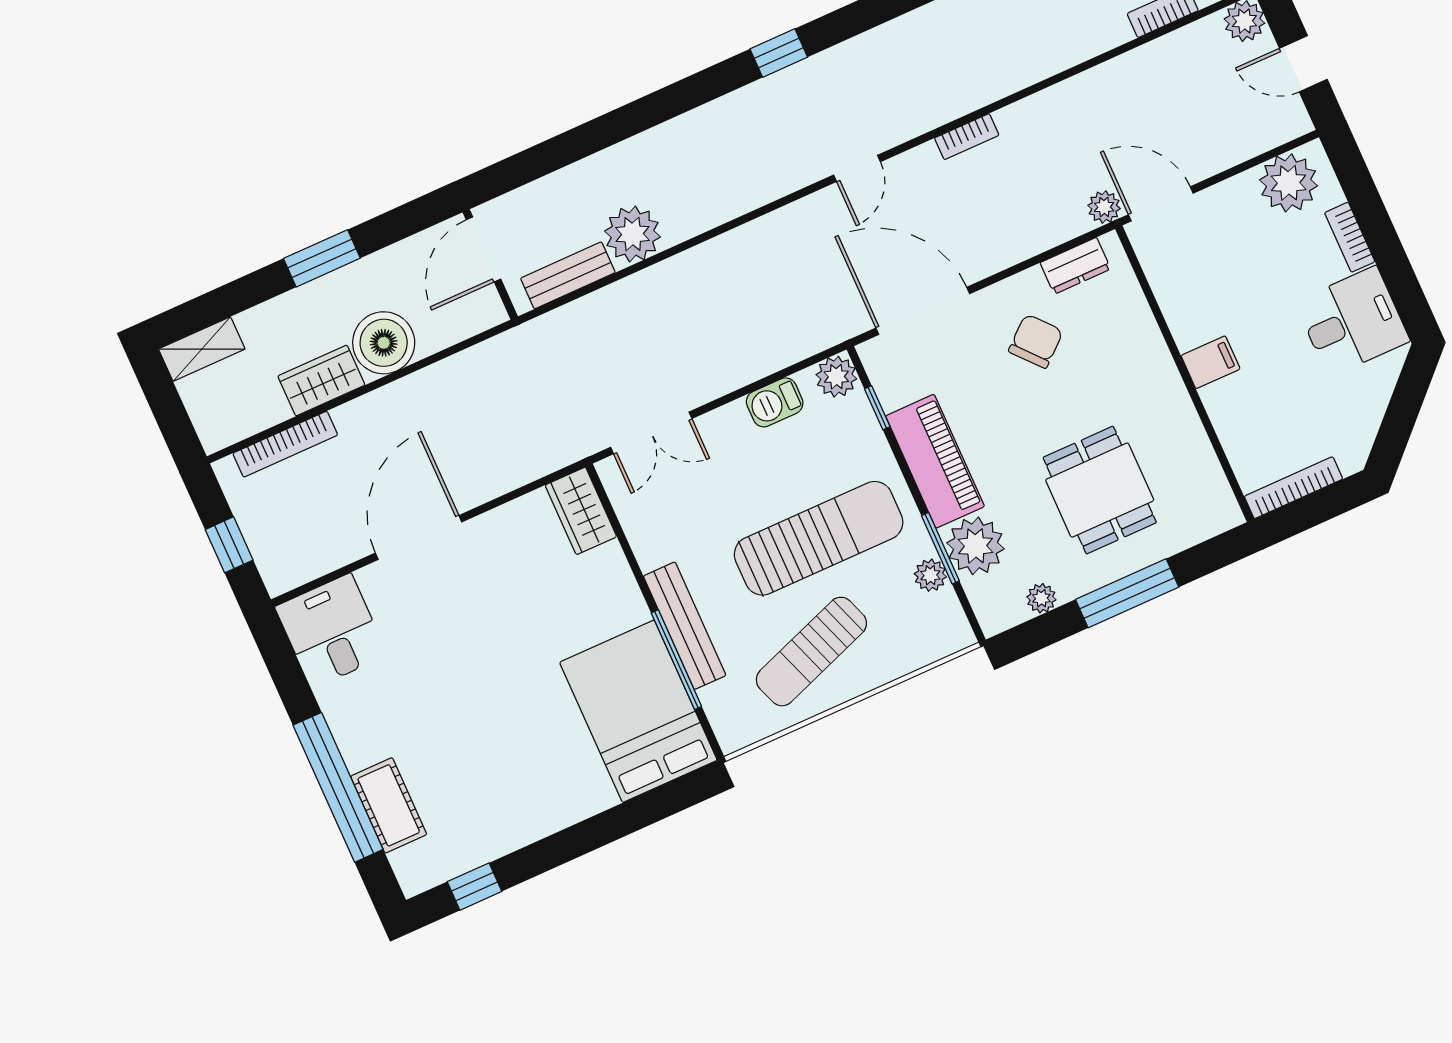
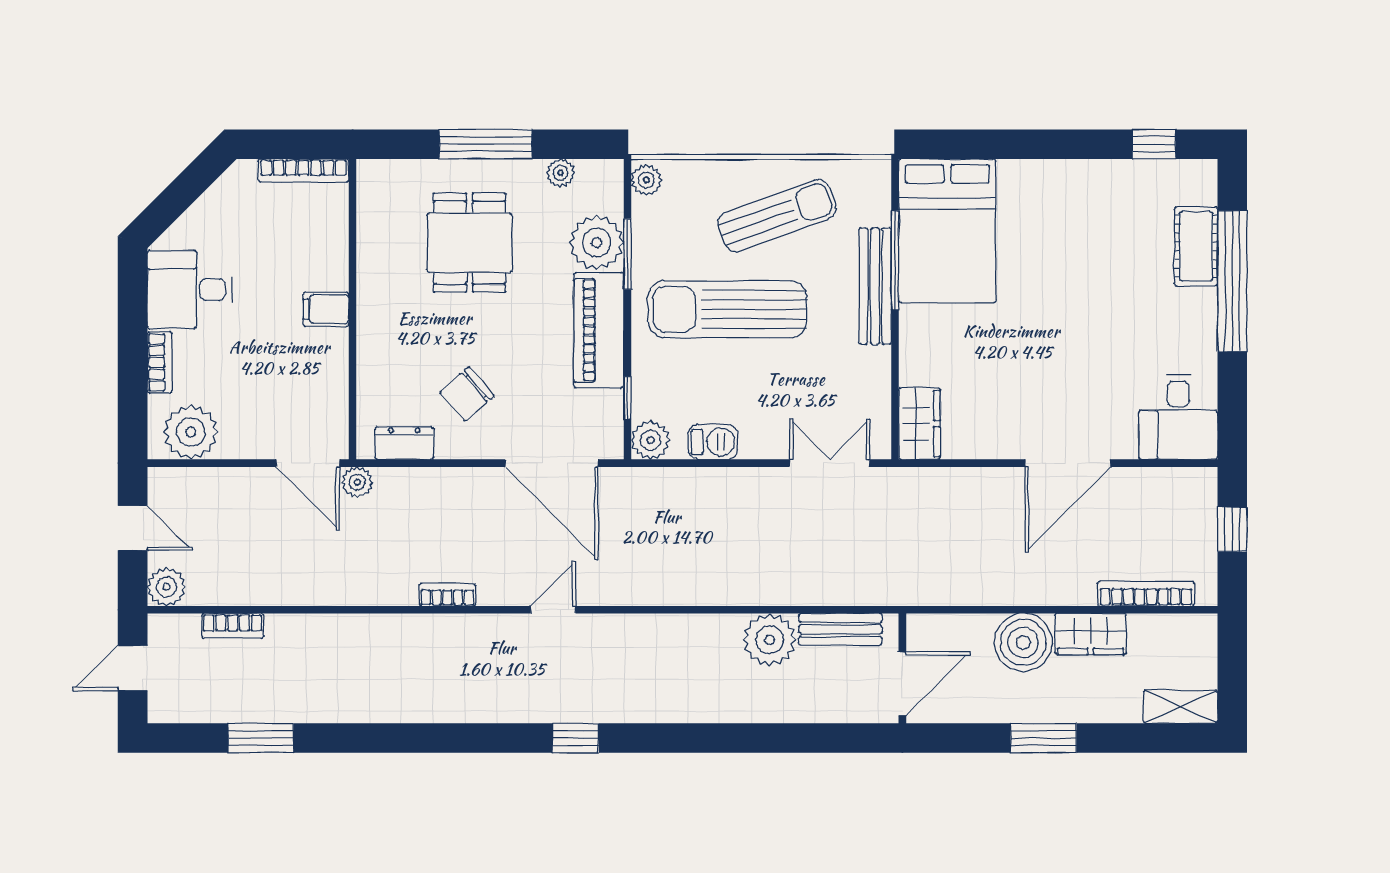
plant: (930, 575) -> (646, 180), moved

